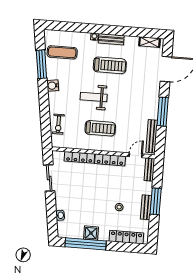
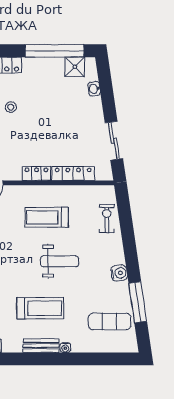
treadmill: (110, 65) -> (40, 308), turned 180
locker: (110, 160) -> (36, 173), width x0.66
shower: (91, 233) -> (75, 67), moved

